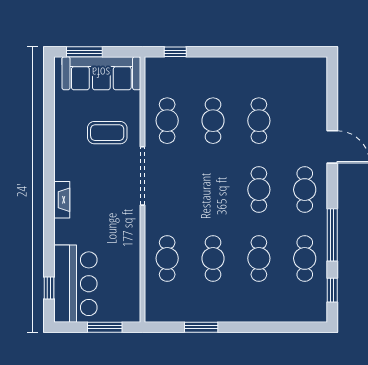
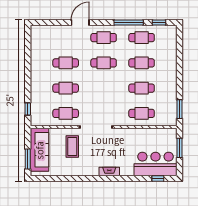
window: (201, 327) -> (180, 109), moved

